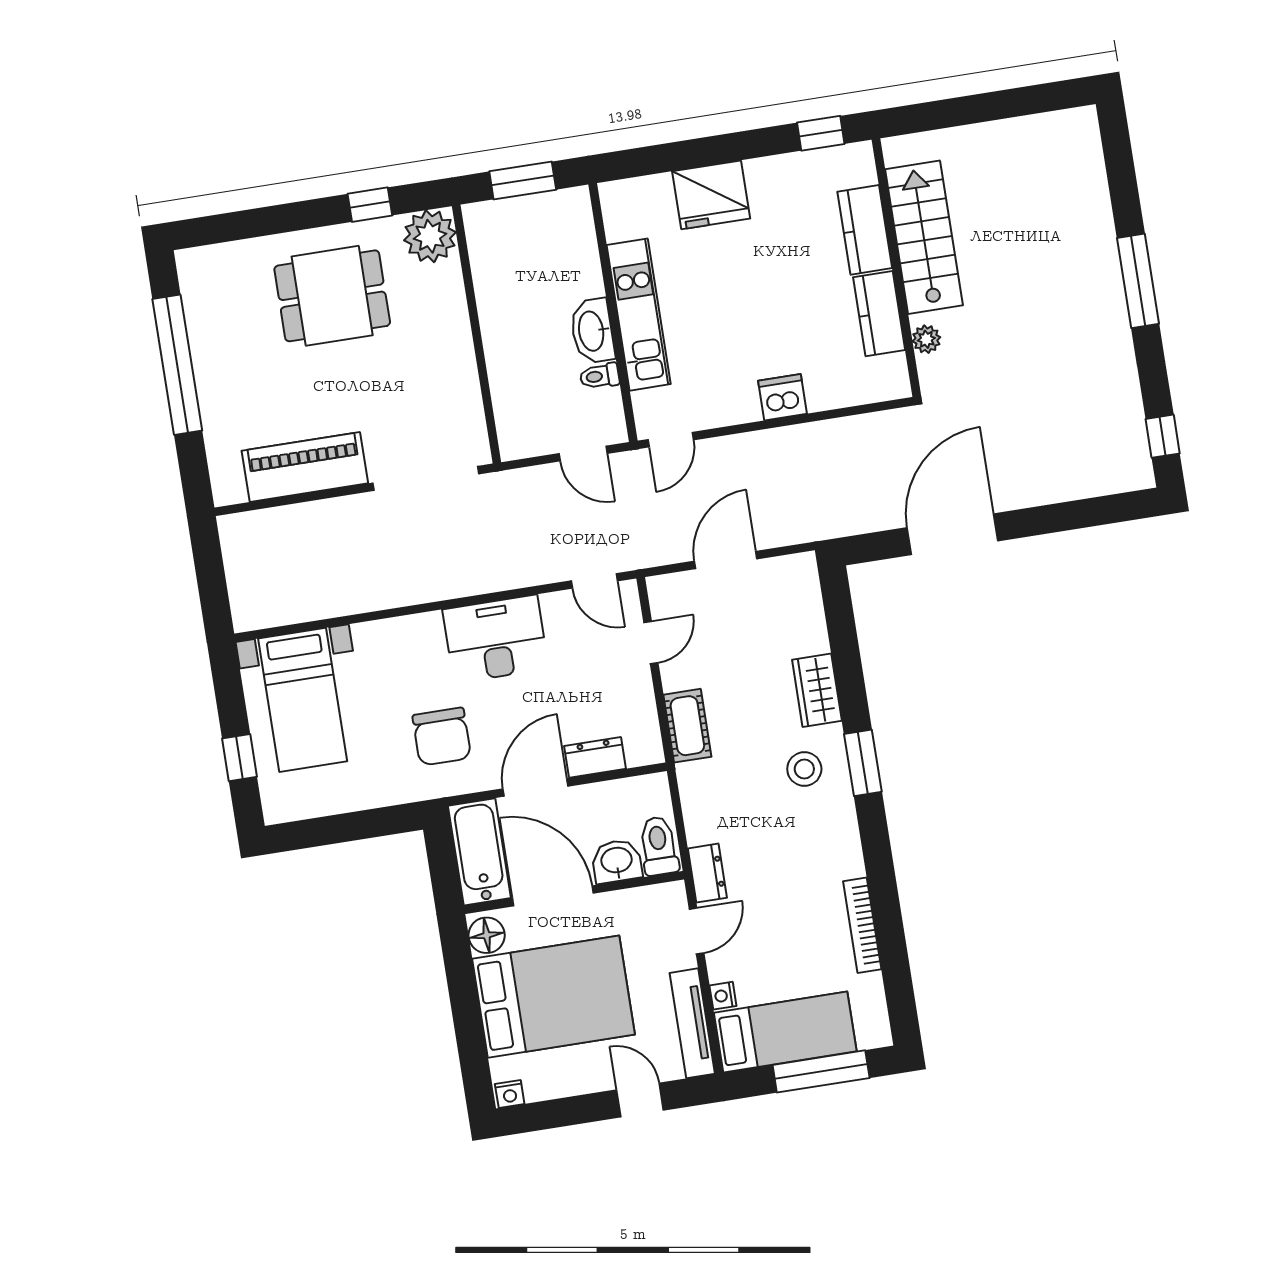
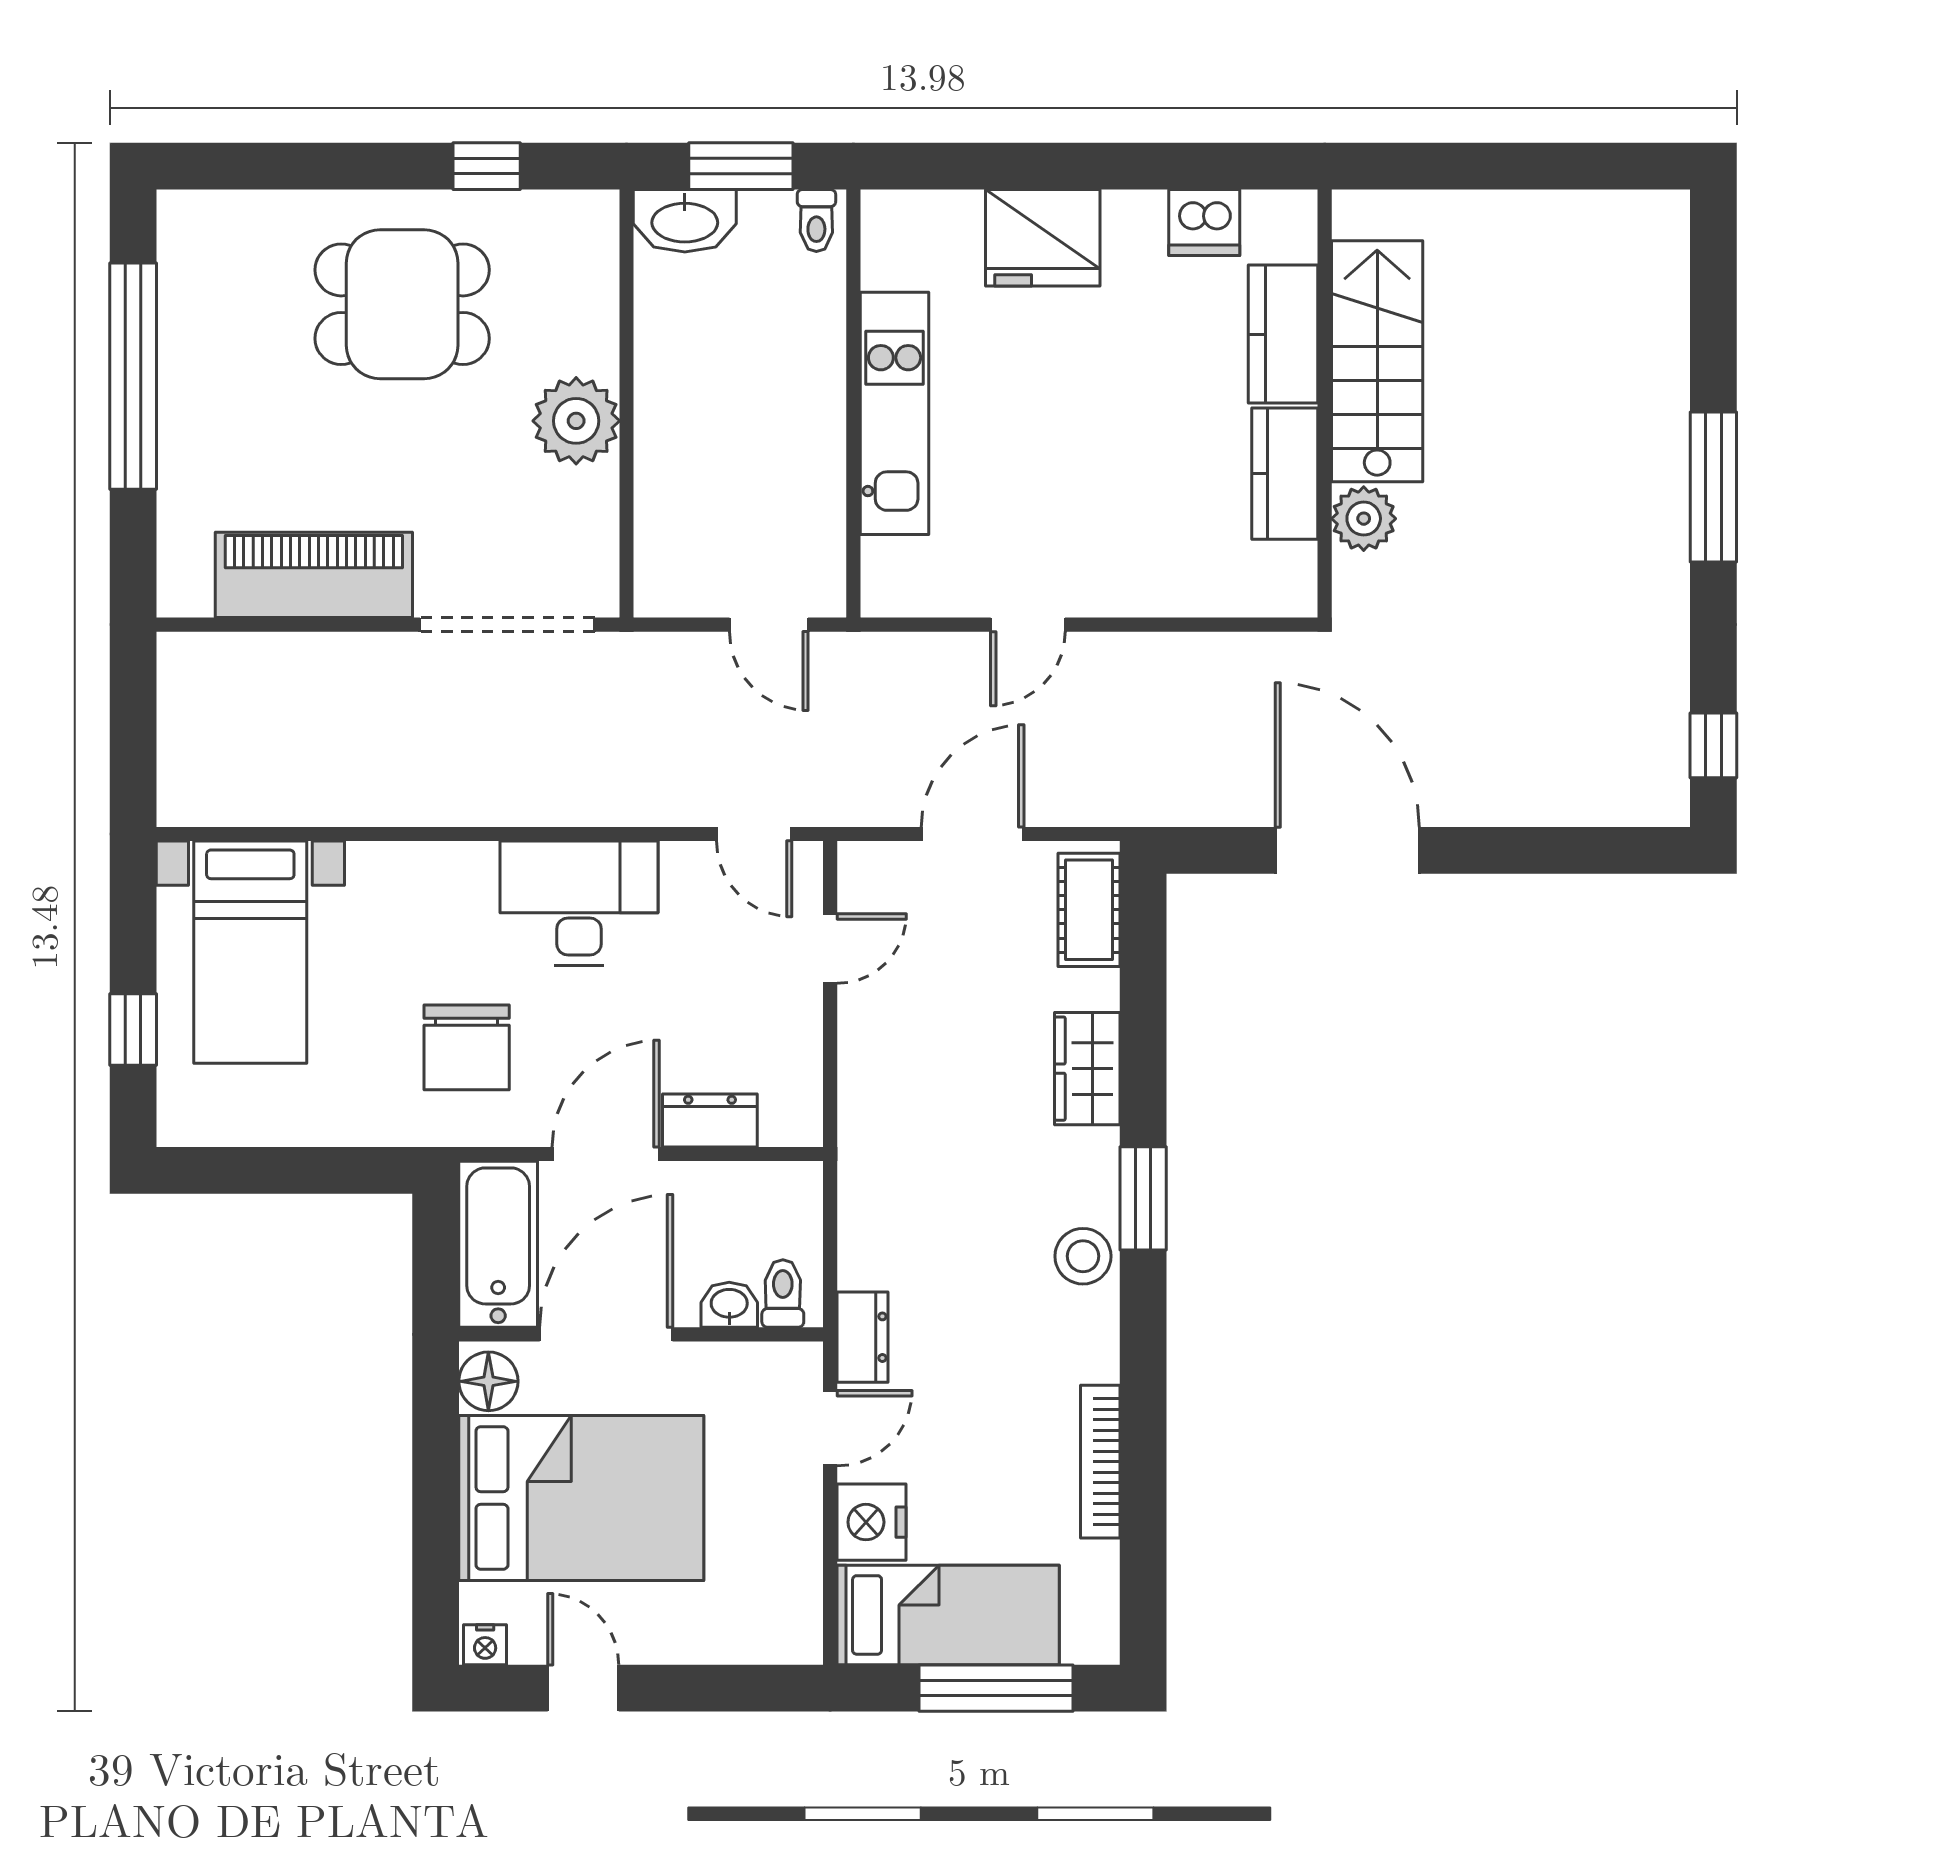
window: (821, 133) -> (1237, 166), removed
plant: (430, 236) -> (576, 421), moved
washbasin: (592, 331) -> (685, 221), moved, turned -90
plant: (926, 339) -> (1364, 519), width x1.38, depth x1.38
toilet: (600, 376) -> (816, 220), moved, turned -90
dishwasher: (782, 397) -> (1204, 222), moved, turned 180
door: (671, 440) -> (1028, 625), moved
door: (953, 534) -> (1347, 850), hinge flipped
cot: (687, 726) -> (1089, 910), moved
stool: (804, 769) -> (1083, 1256), moved
toilet: (659, 846) -> (783, 1293), width x0.73, depth x0.72
washbasin: (617, 861) -> (729, 1305), width x0.72, depth x0.69
door: (553, 896) -> (606, 1334), hinge flipped
nightstand: (723, 996) -> (871, 1522), width x1.89, depth x1.79
tv unit: (692, 1023) -> (799, 1577), removed
door: (640, 1100) -> (583, 1688), moved

